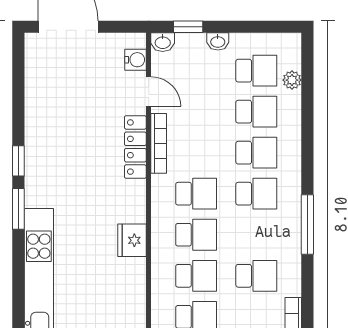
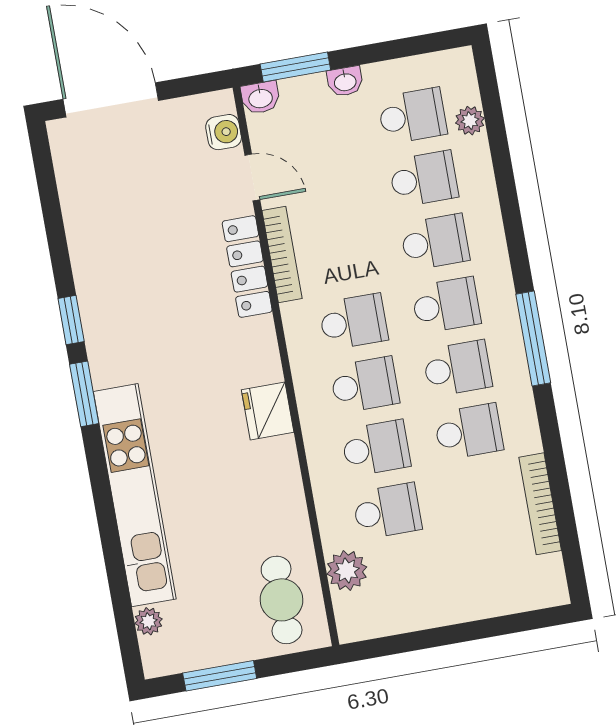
window: (188, 27) -> (295, 67), width x1.50
school desk: (256, 235) -> (457, 368), added

